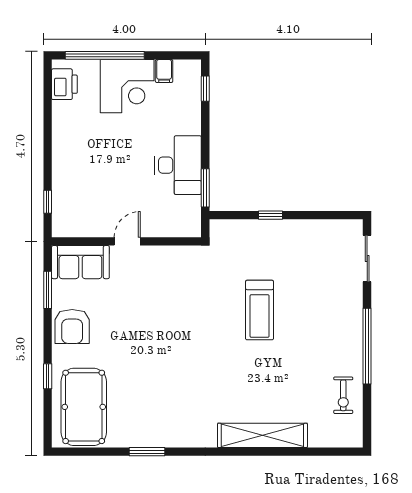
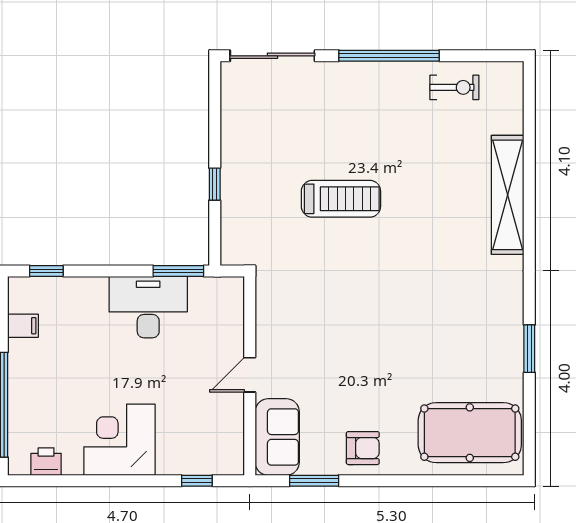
printer: (64, 84) -> (46, 462), width x0.73, depth x0.81
corner desk: (127, 86) -> (119, 440), moved, turned -90
door: (127, 241) -> (250, 375), hinge flipped
sliding door: (367, 259) -> (272, 56), width x1.37
armchair: (72, 326) -> (363, 448), width x0.72, depth x0.72
window: (48, 376) -> (429, 481), removed

